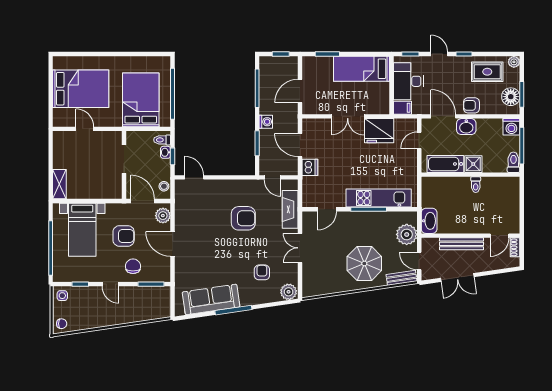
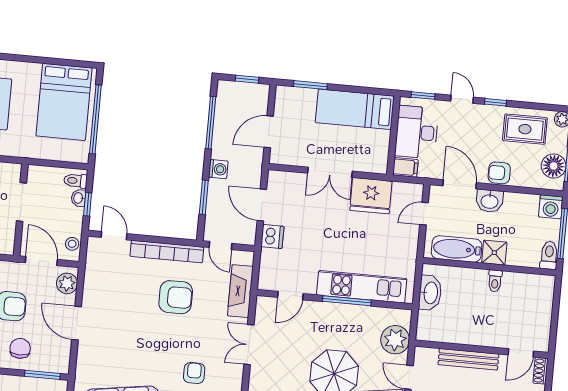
bed: (141, 100) -> (64, 102), moved, turned 180
bookcase: (234, 186) -> (167, 252), added
washbasin: (429, 221) -> (430, 293), moved

